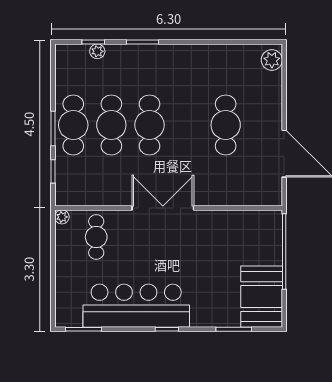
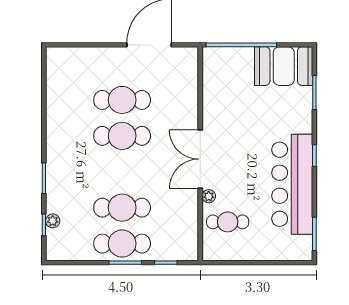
plant: (272, 60) -> (61, 56), removed
cafe table: (149, 125) -> (122, 136), moved
plant: (62, 217) -> (209, 196), moved

